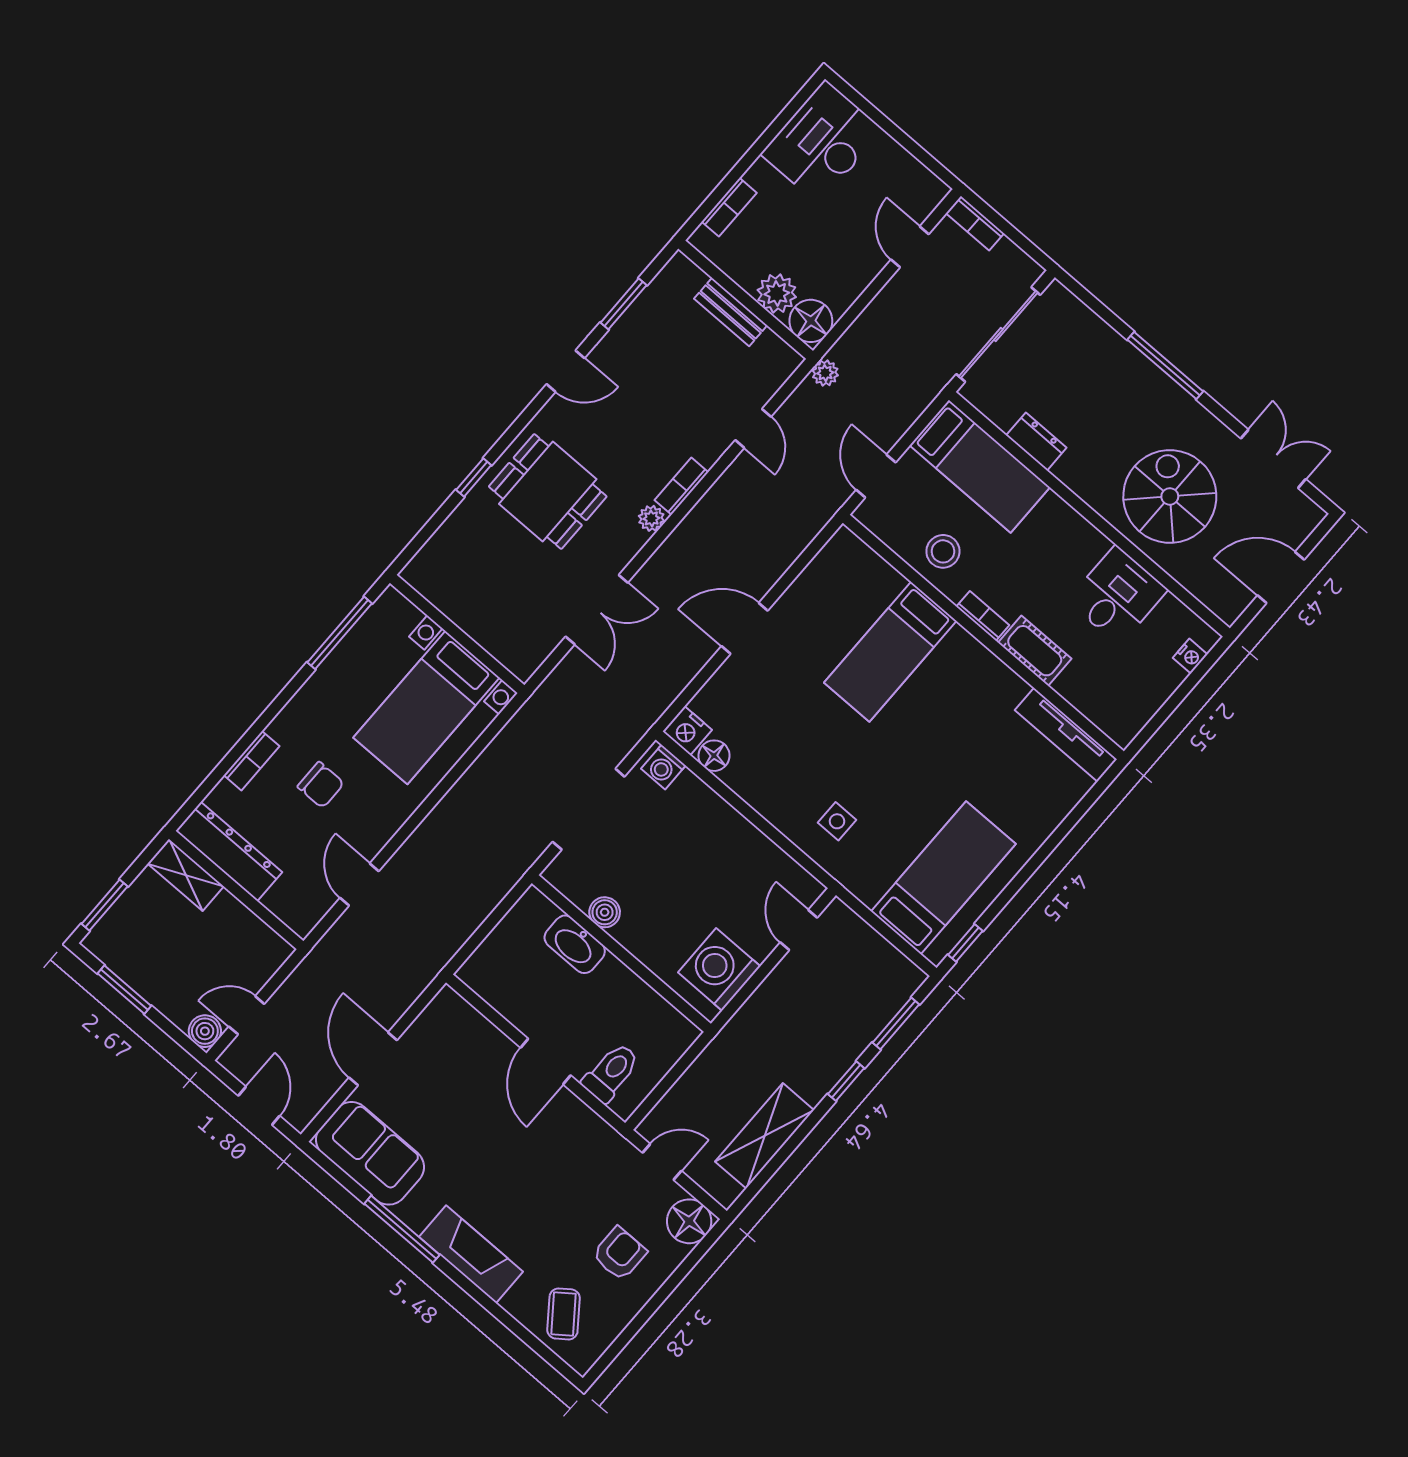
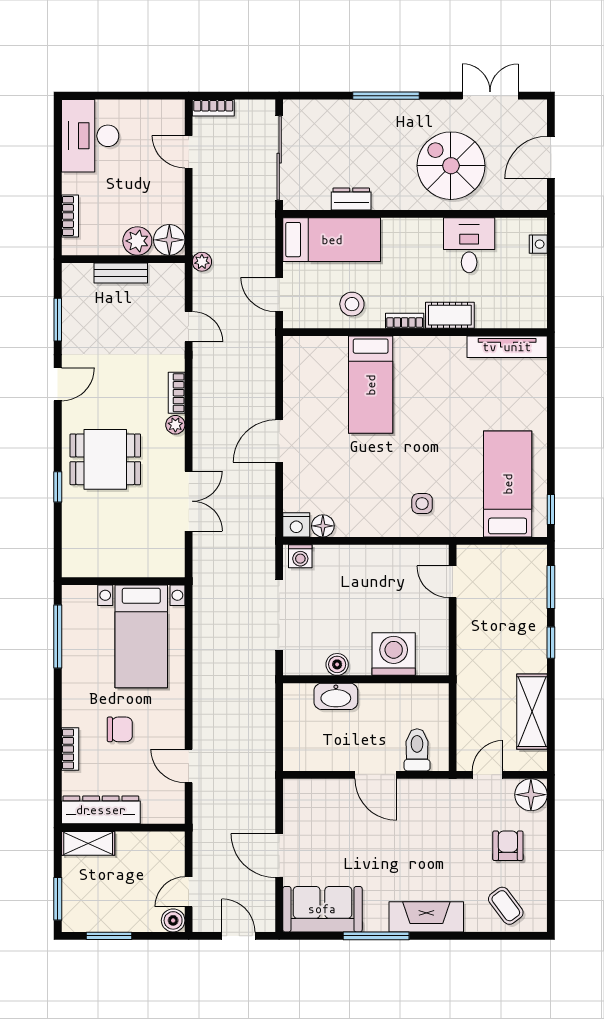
washing machine: (719, 969) -> (394, 654), moved, turned 90

